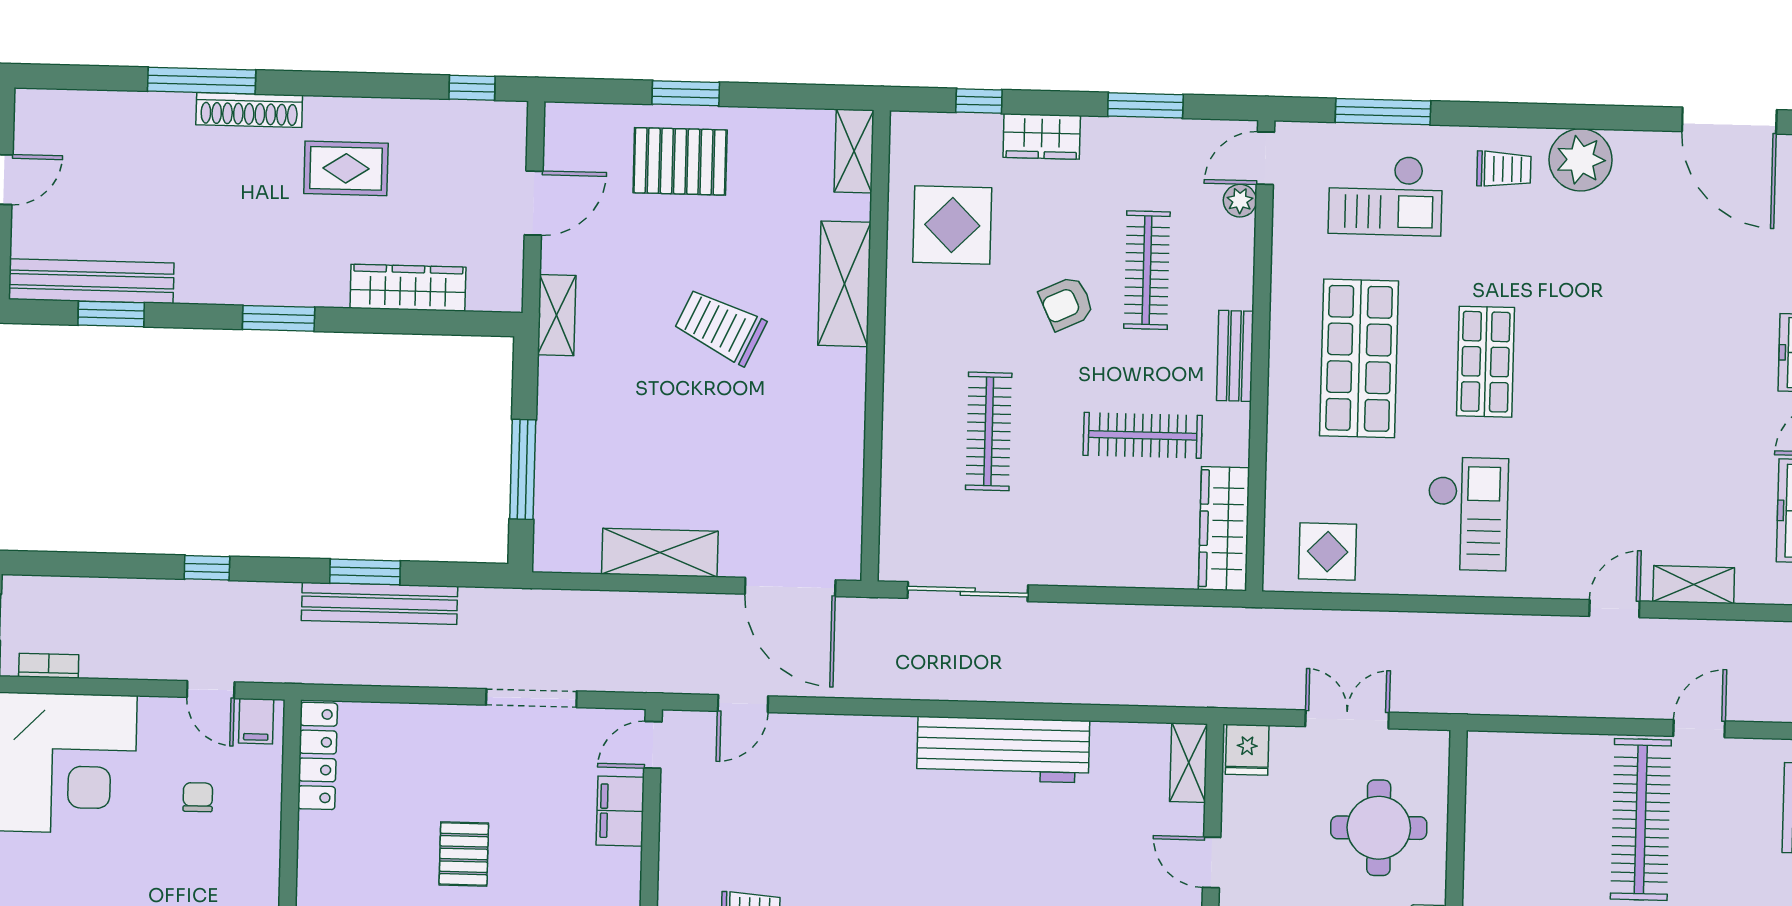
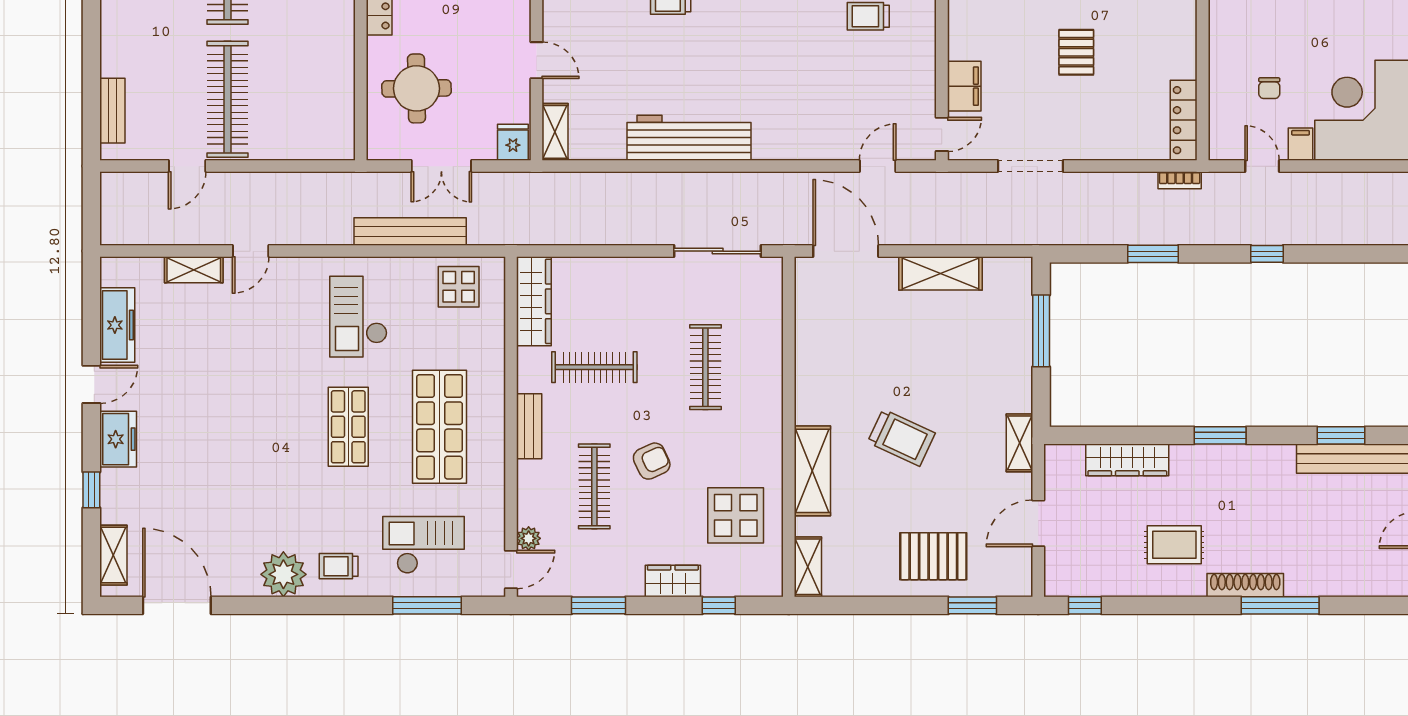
window: (686, 93) -> (972, 605), moved
bench: (379, 603) -> (410, 231), moved
bookcase: (49, 666) -> (1180, 180), moved
filing cabinet: (256, 721) -> (1301, 144), moved

